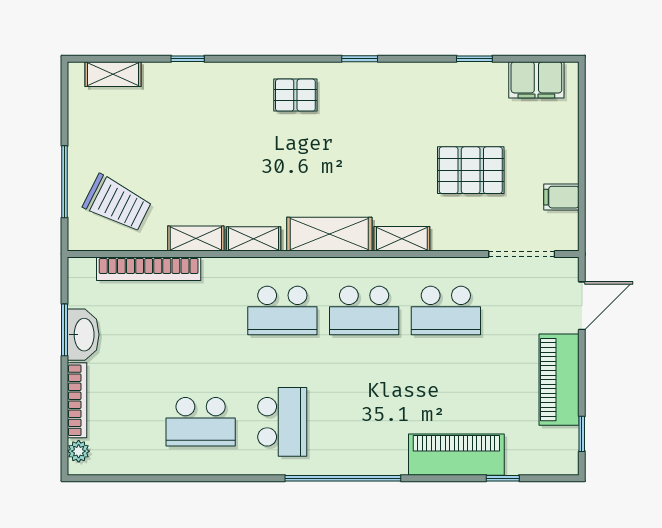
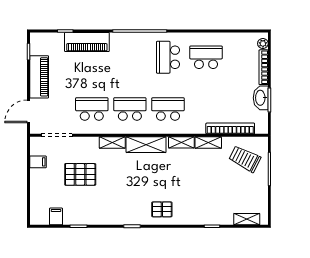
filing cabinet: (536, 80) -> (56, 216), width x0.50

